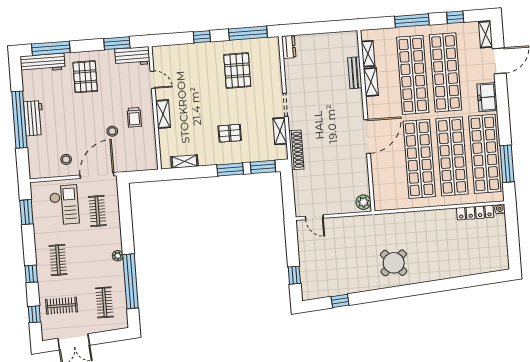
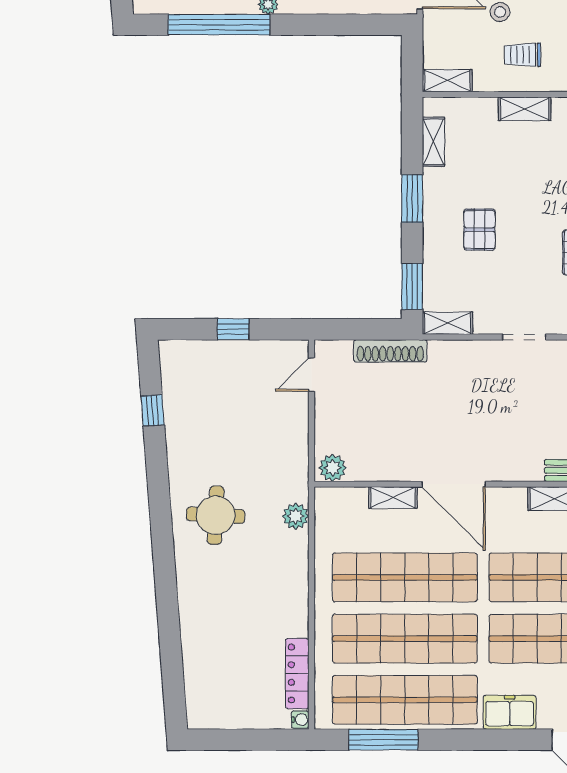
shelving: (280, 131) -> (448, 323), moved
shoe rack: (296, 150) -> (390, 351), moved
shelving: (151, 157) -> (447, 81), added
window: (230, 169) -> (412, 199), moved
shelving: (377, 169) -> (393, 498), added
plant: (391, 220) -> (296, 516), added
round table: (394, 263) -> (216, 515), turned 45
window: (294, 275) -> (233, 329), moved

